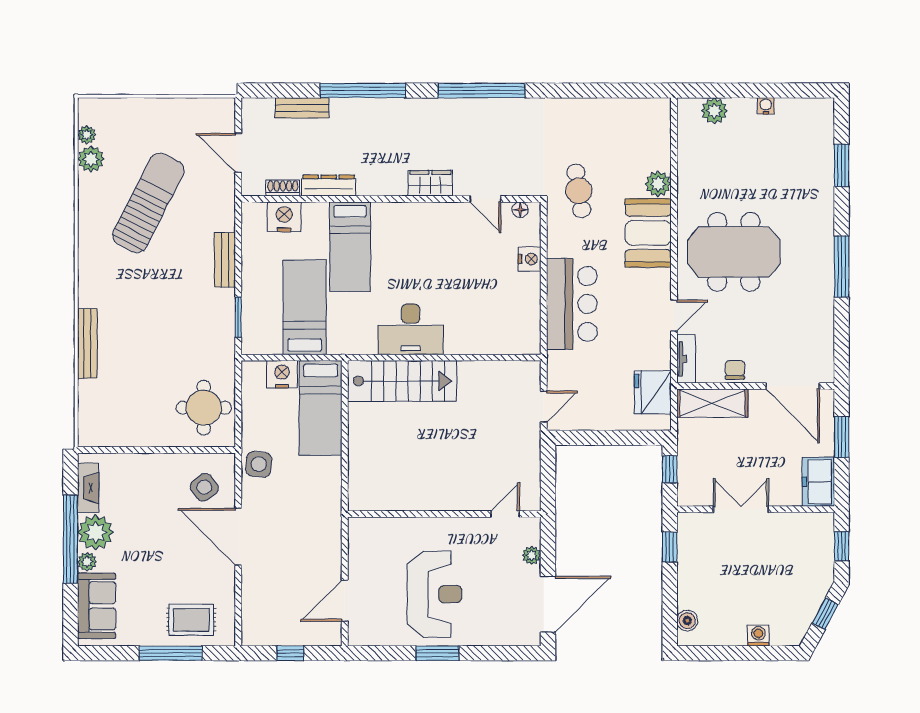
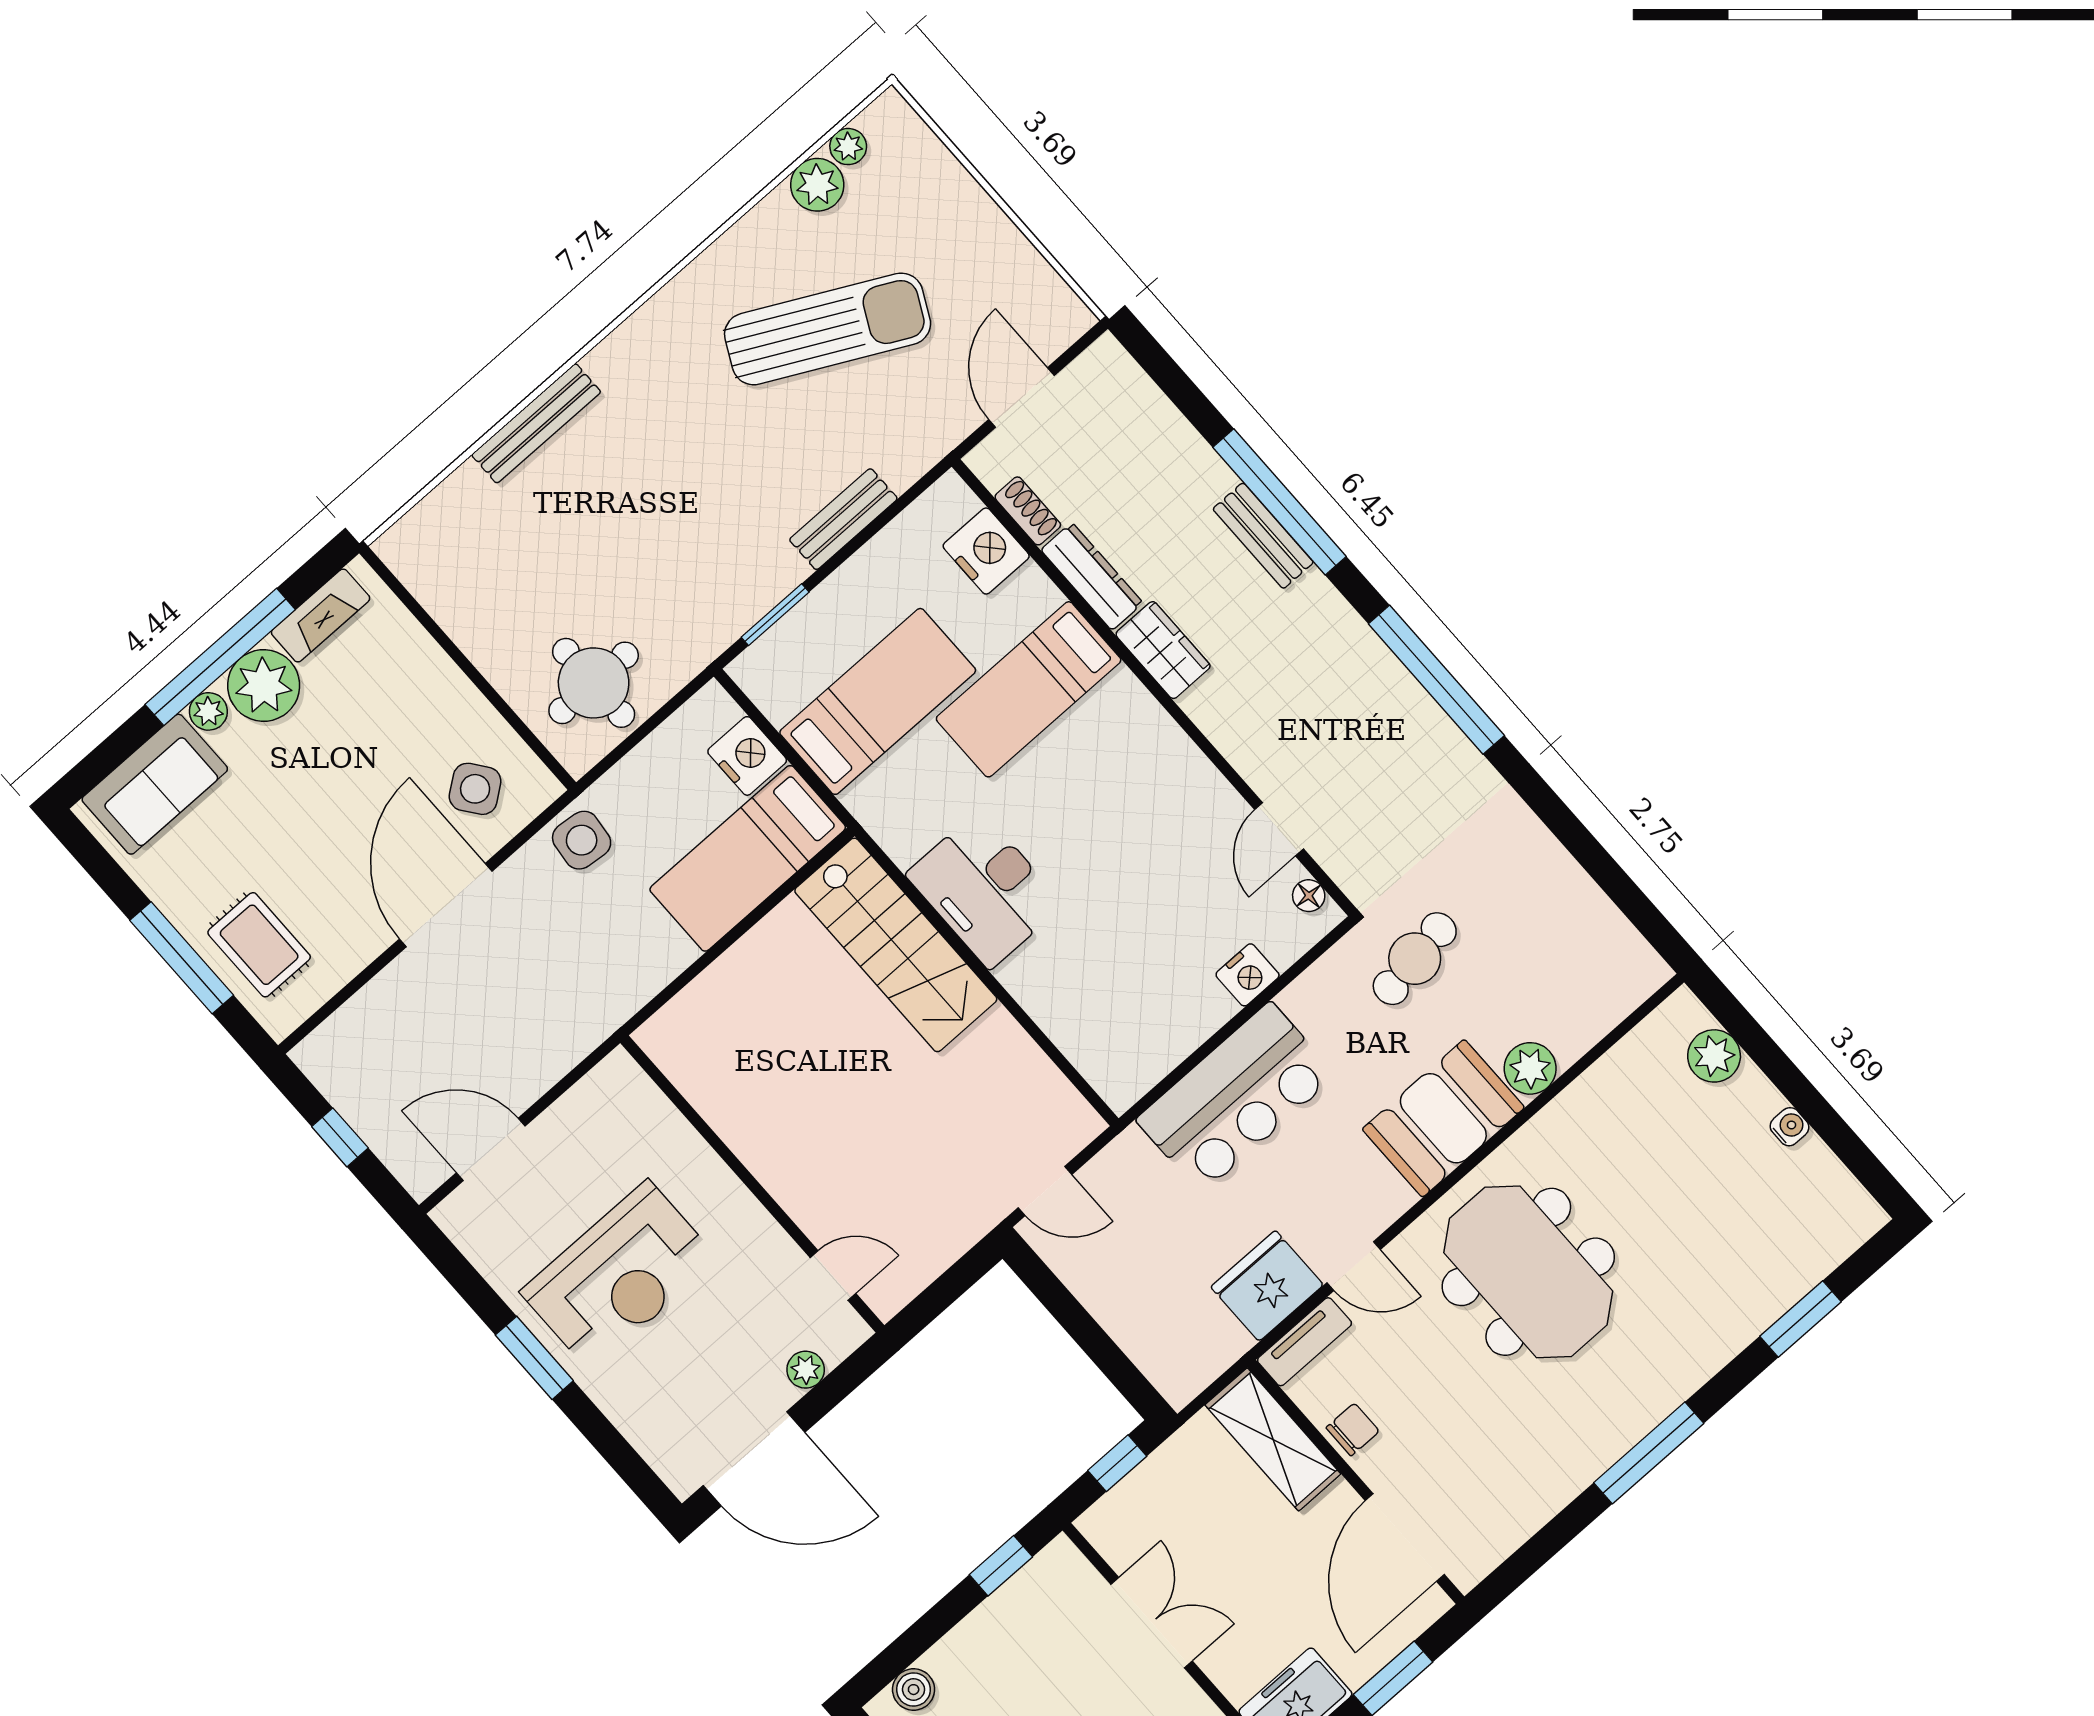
bench: (302, 108) -> (1263, 536), moved
wardrobe: (430, 183) -> (1163, 650), moved
fridge: (653, 392) -> (1267, 1286), moved

